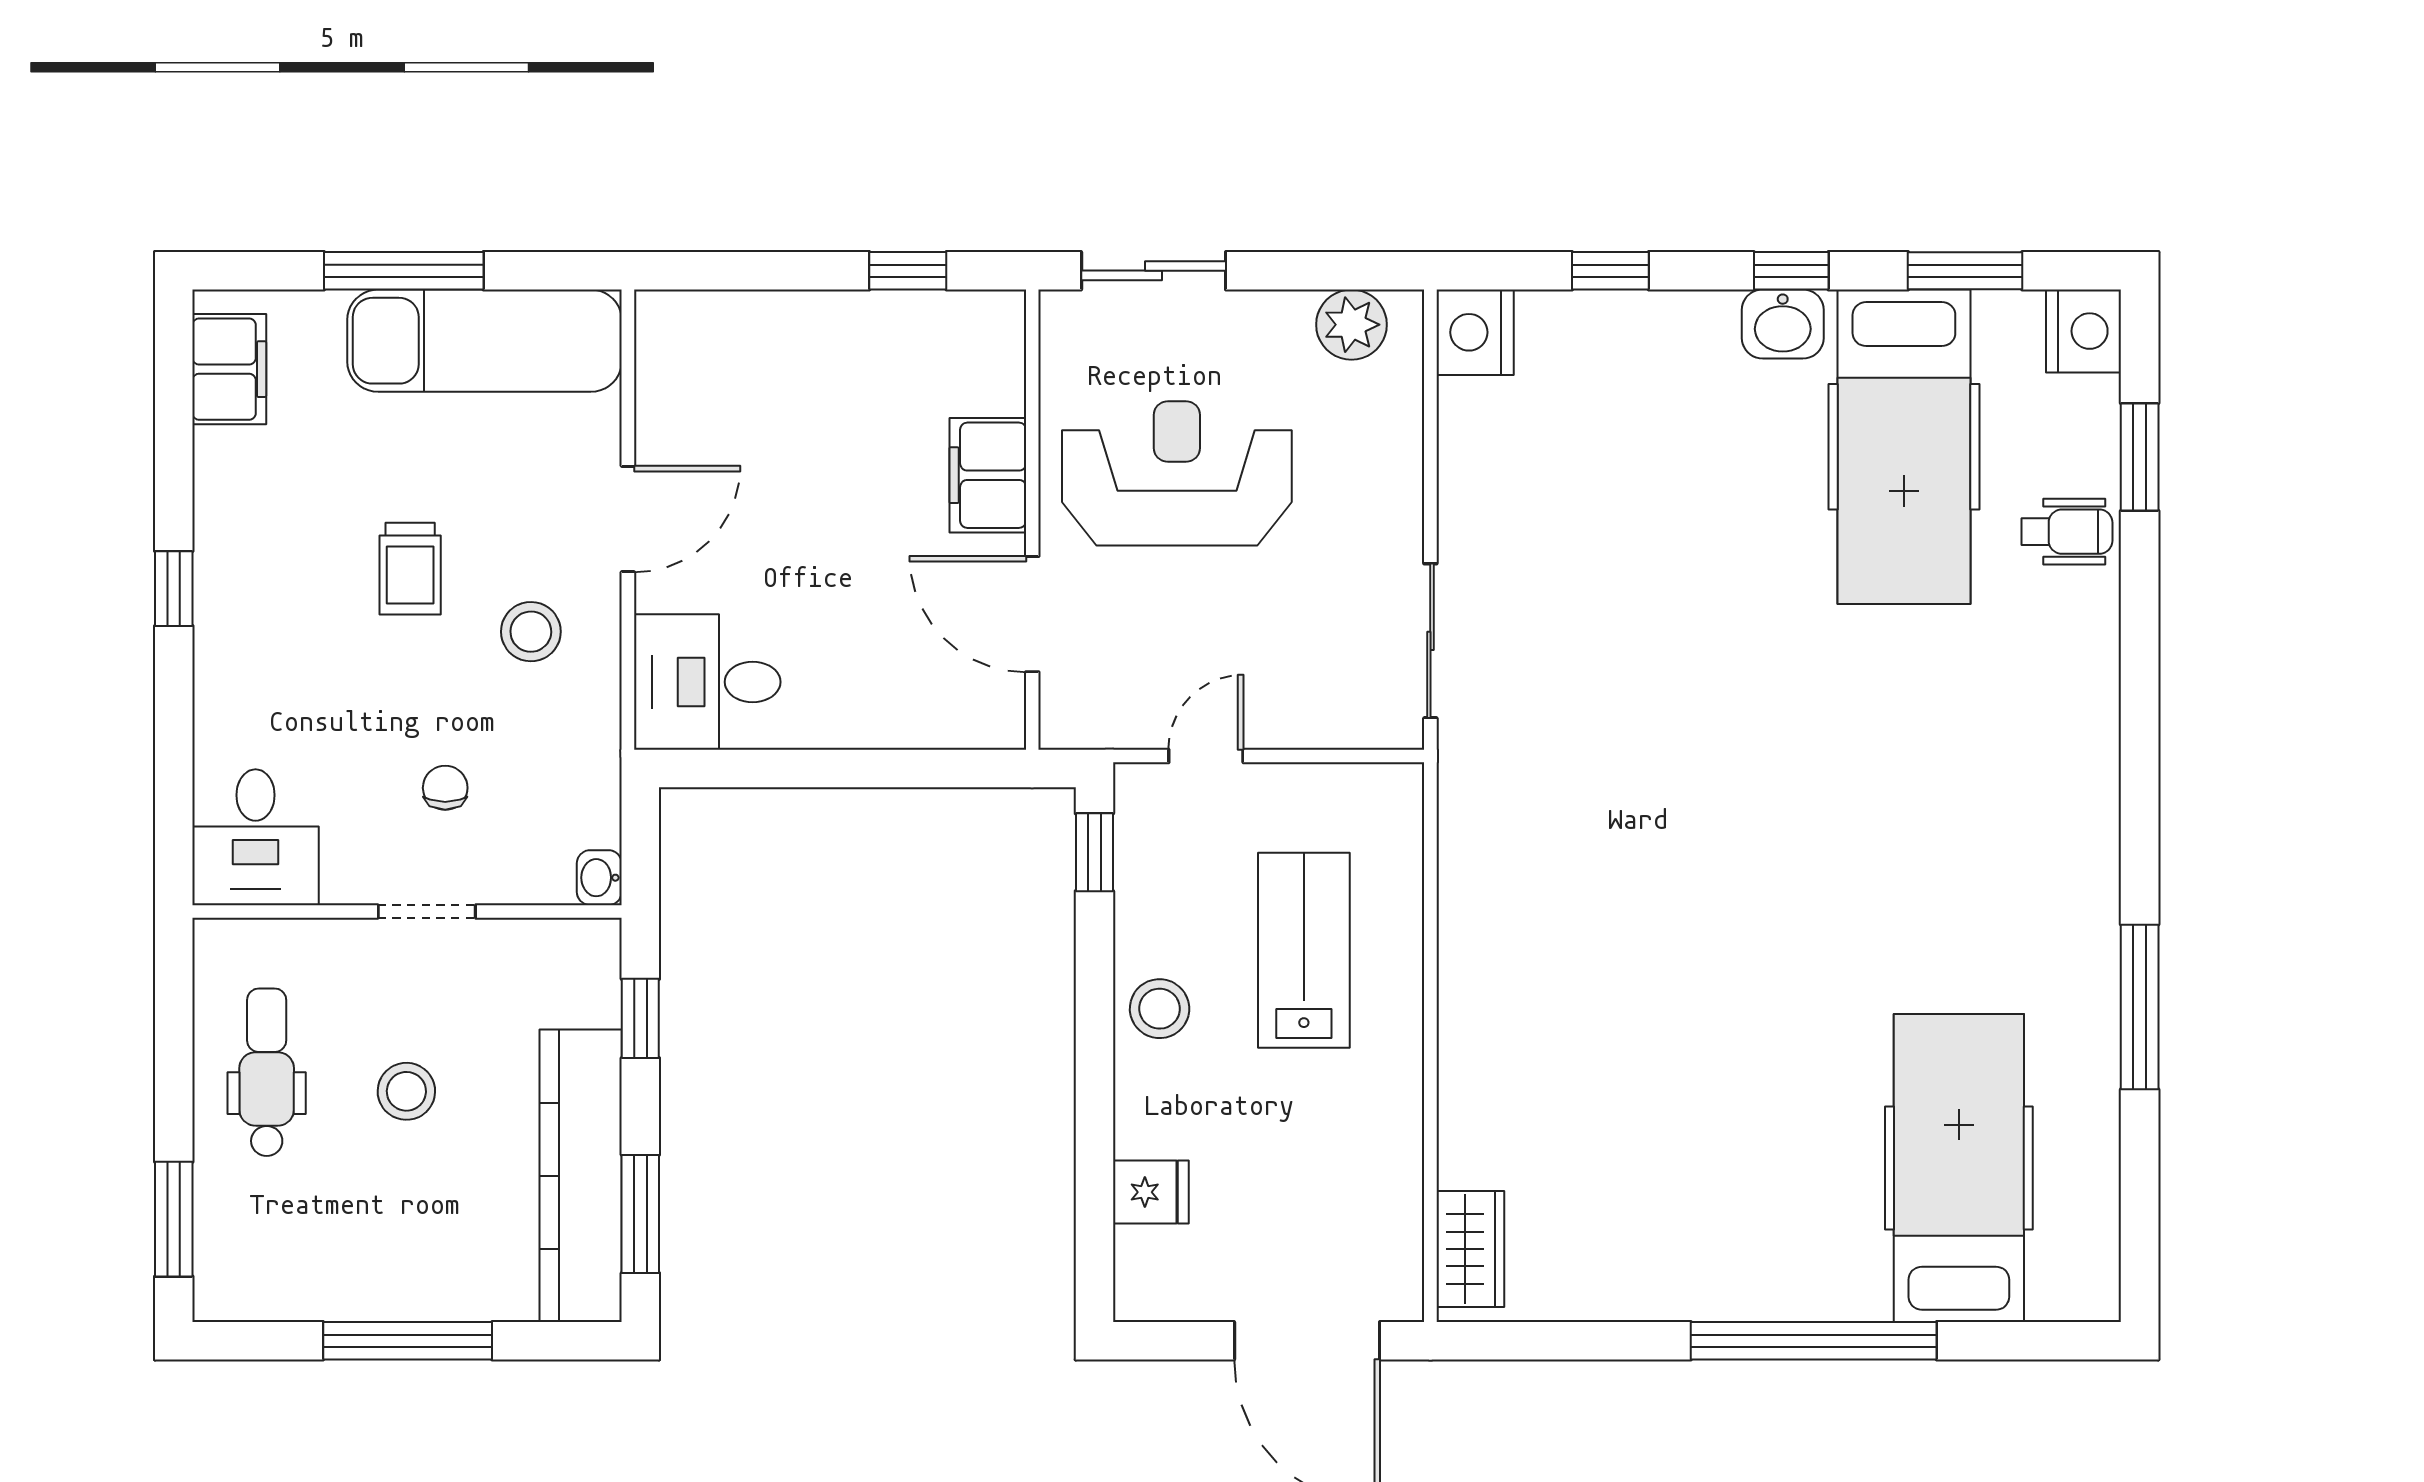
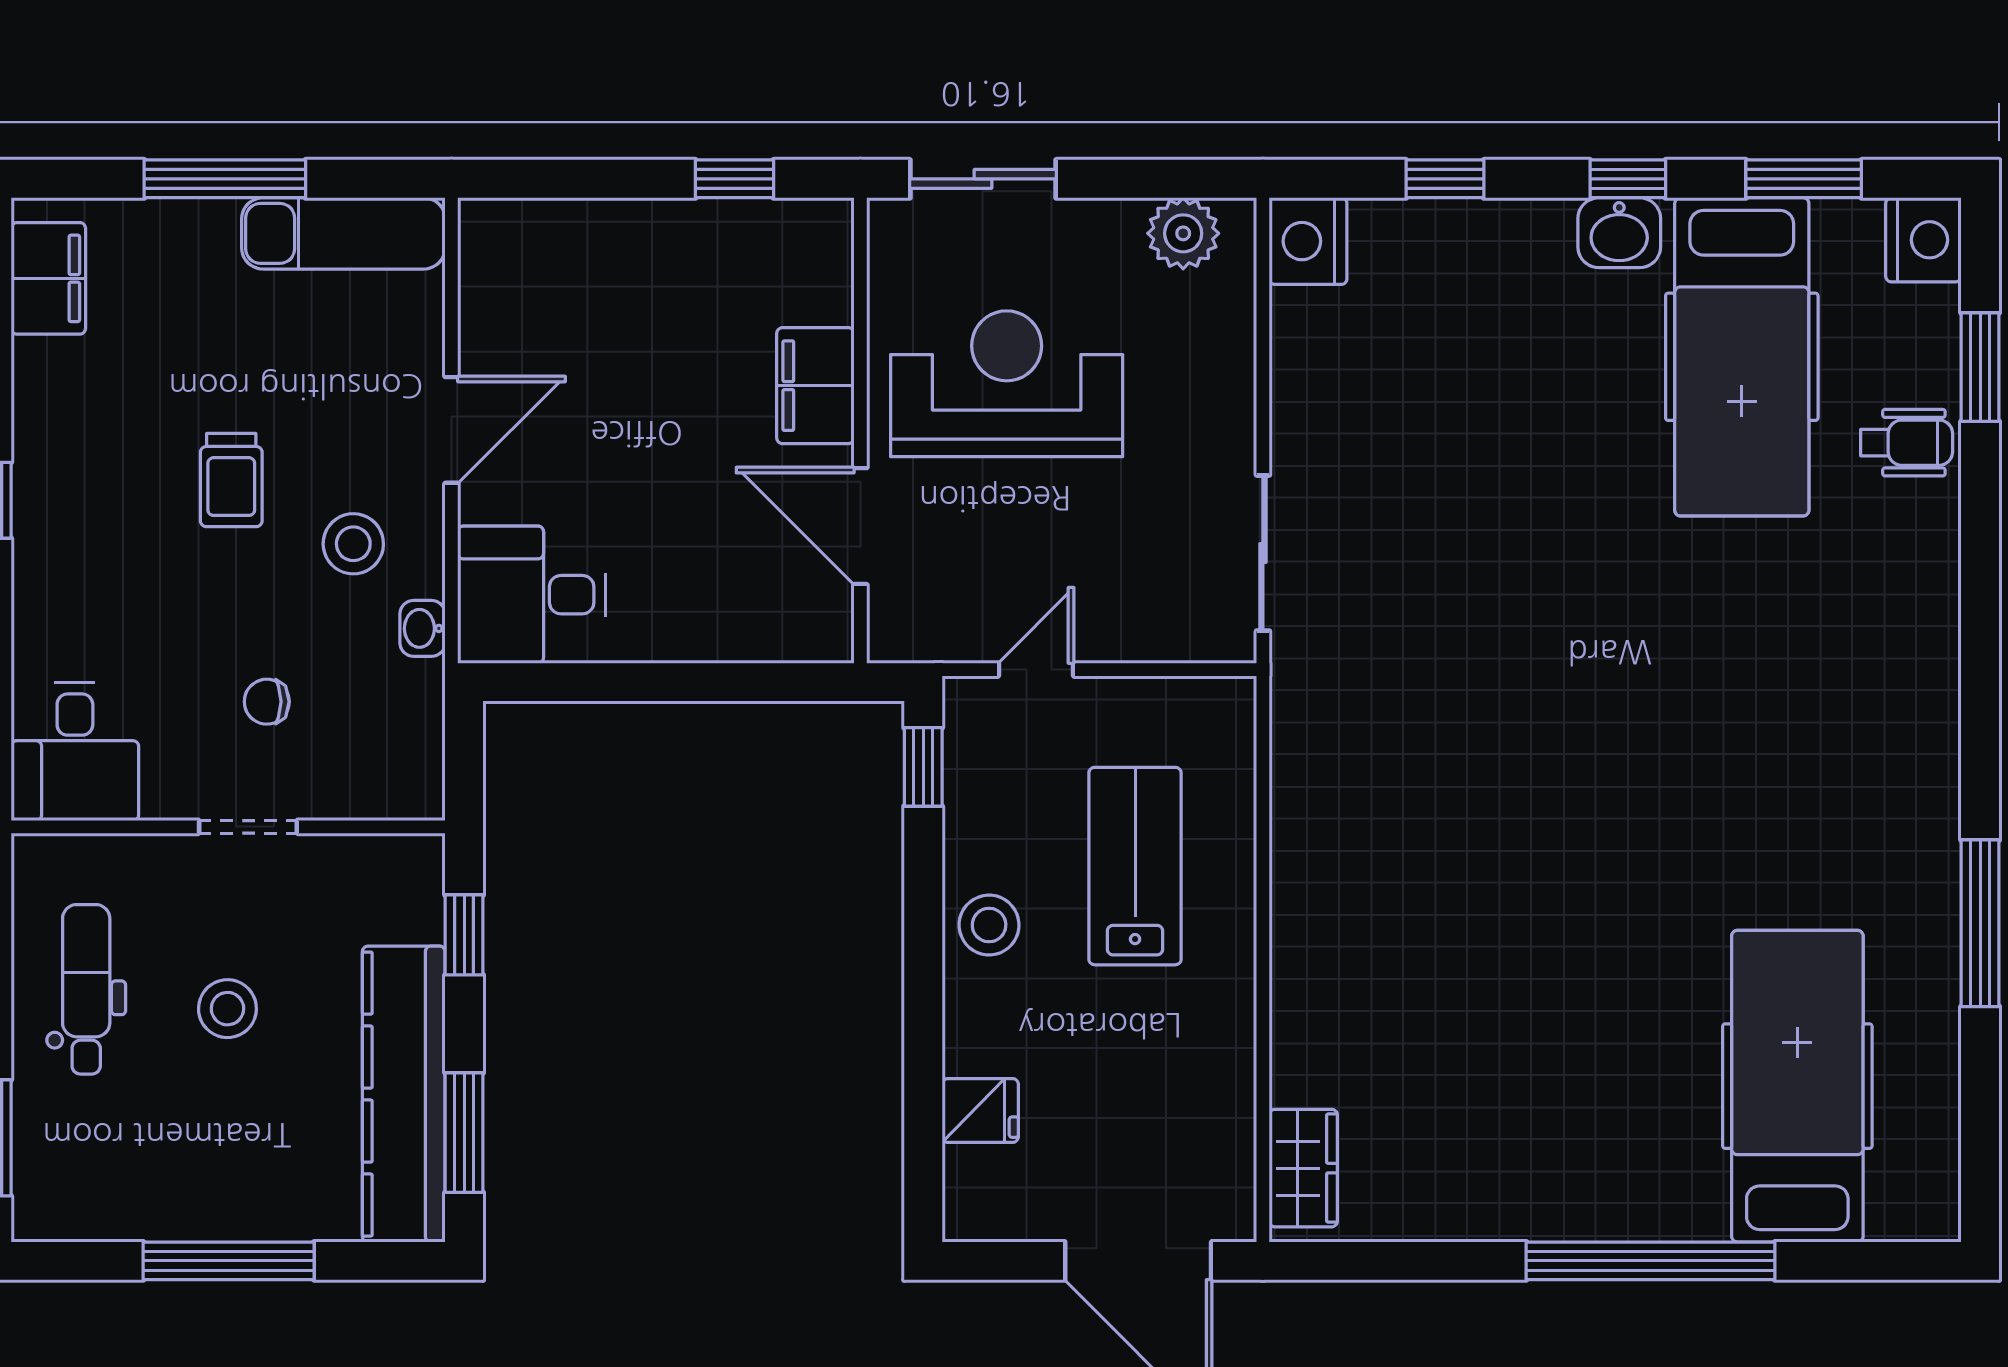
exam couch: (485, 341) -> (343, 233), width x0.73, depth x0.69
chair: (445, 788) -> (267, 702), turned -90
washbasin: (599, 878) -> (423, 628), moved

